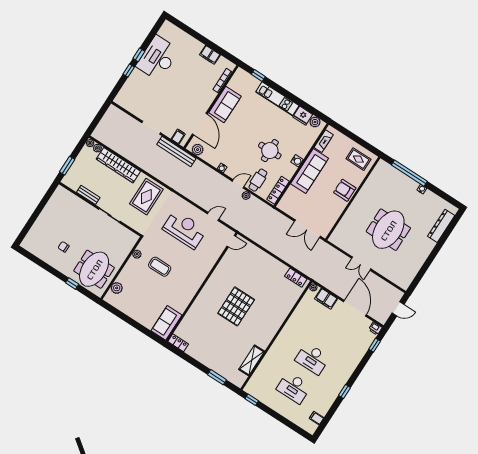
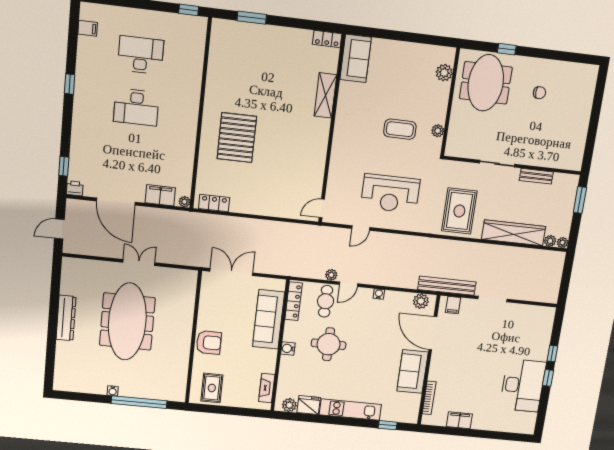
rug: (358, 159) -> (212, 388), turned 90
sofa: (310, 171) -> (269, 319), moved
dresser: (441, 226) -> (66, 318), moved
meeting table: (388, 230) -> (127, 322), width x1.36
pallet: (236, 306) -> (237, 138), moved
desk: (312, 359) -> (136, 107), turned 180
shelving: (252, 360) -> (325, 95), moved

